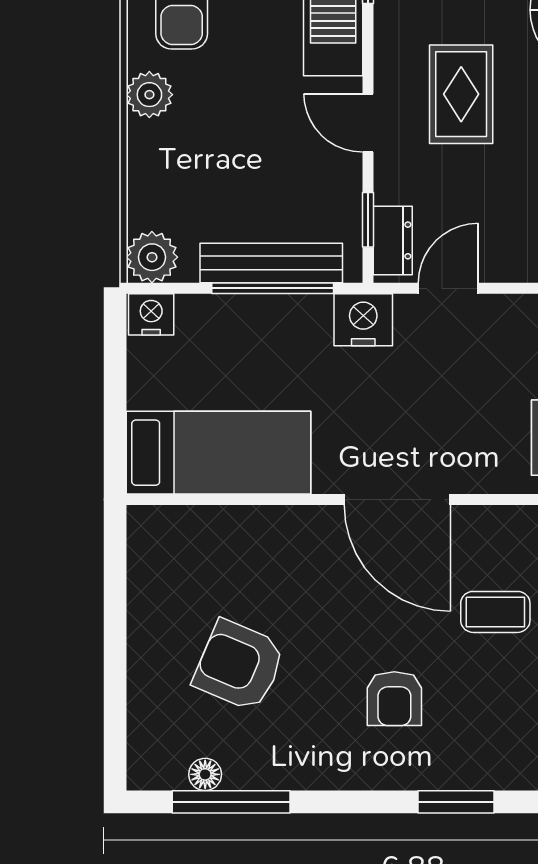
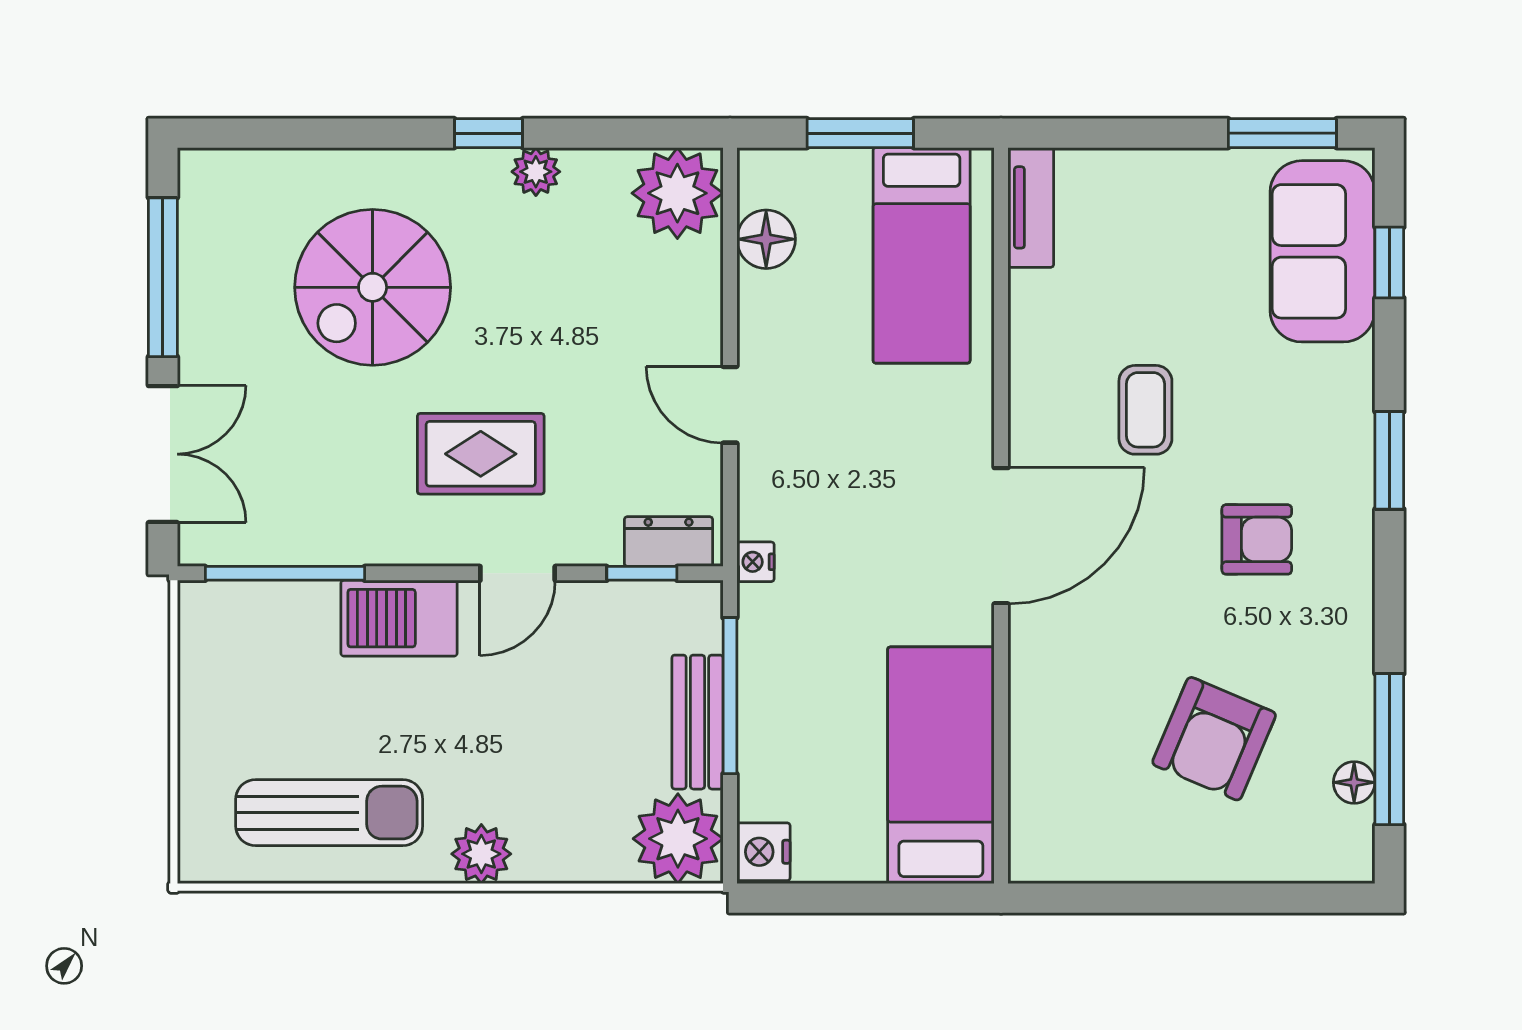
plant: (152, 257) -> (678, 839), width x1.36, depth x1.36
bench: (271, 263) -> (697, 722), width x0.73
door: (448, 288) -> (730, 405), moved
nightstand: (363, 320) -> (756, 562), width x0.53, depth x0.56

